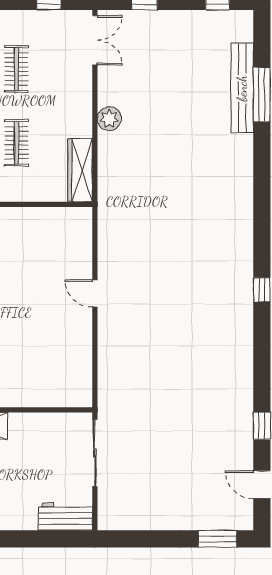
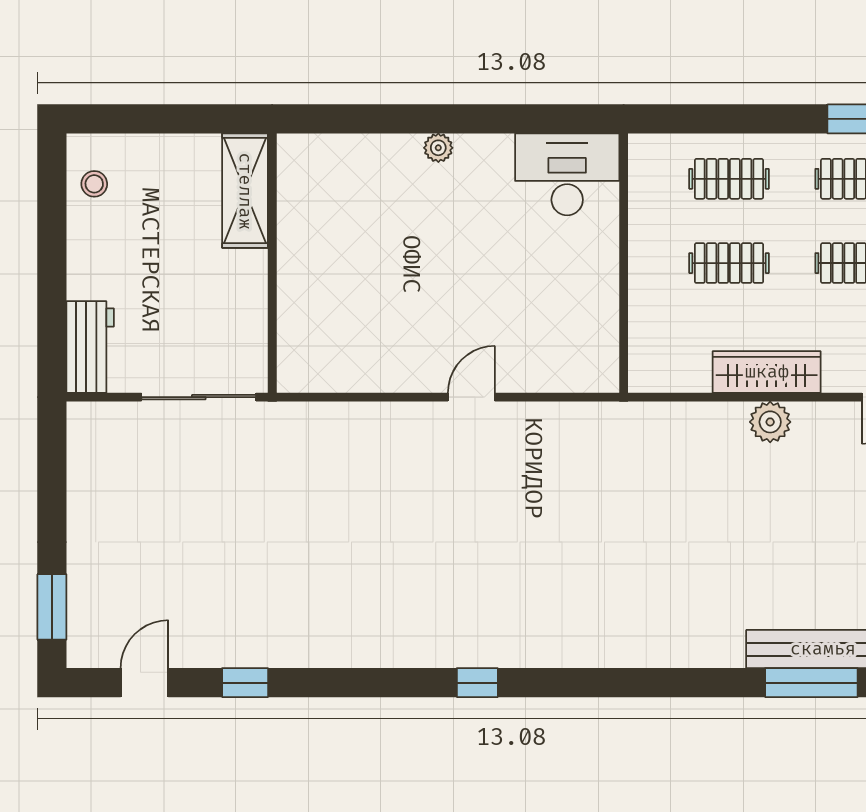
wardrobe: (80, 170) -> (767, 372), moved

